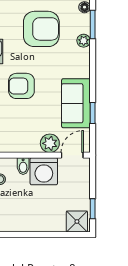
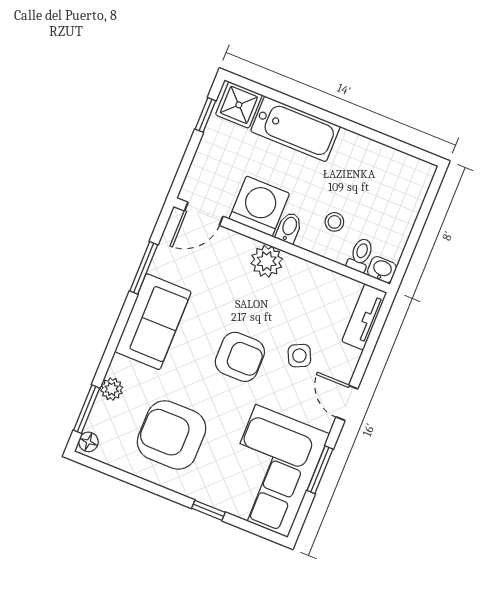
sofa: (76, 103) -> (153, 322), moved
window: (93, 113) -> (144, 268), width x1.50
plant: (50, 143) -> (267, 261), moved
bathtub: (41, 221) -> (295, 129), added

